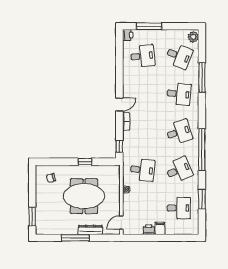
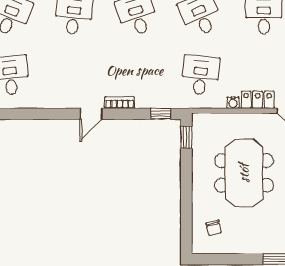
door: (119, 104) -> (91, 114), swing flipped
window: (85, 162) -> (186, 137), moved
locker: (128, 204) -> (258, 100), added

